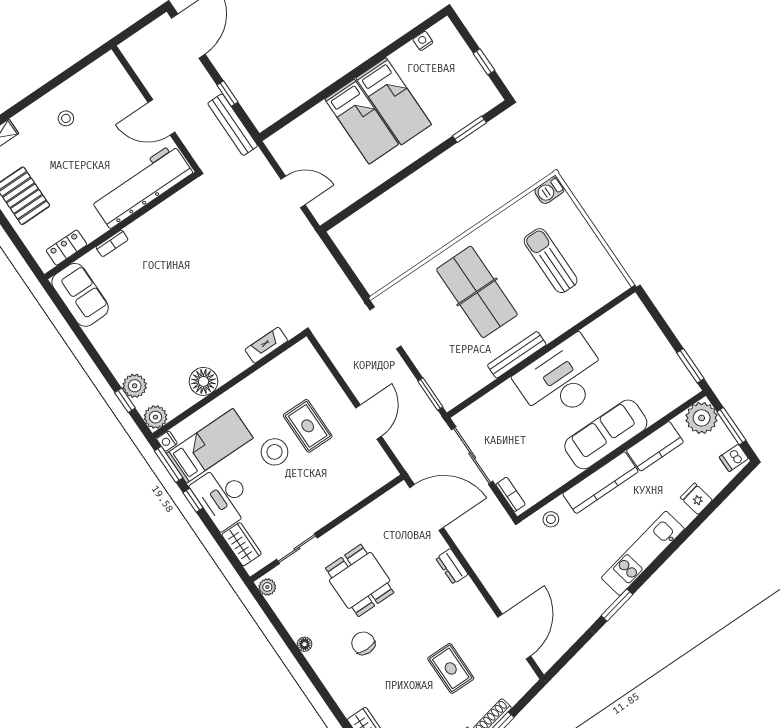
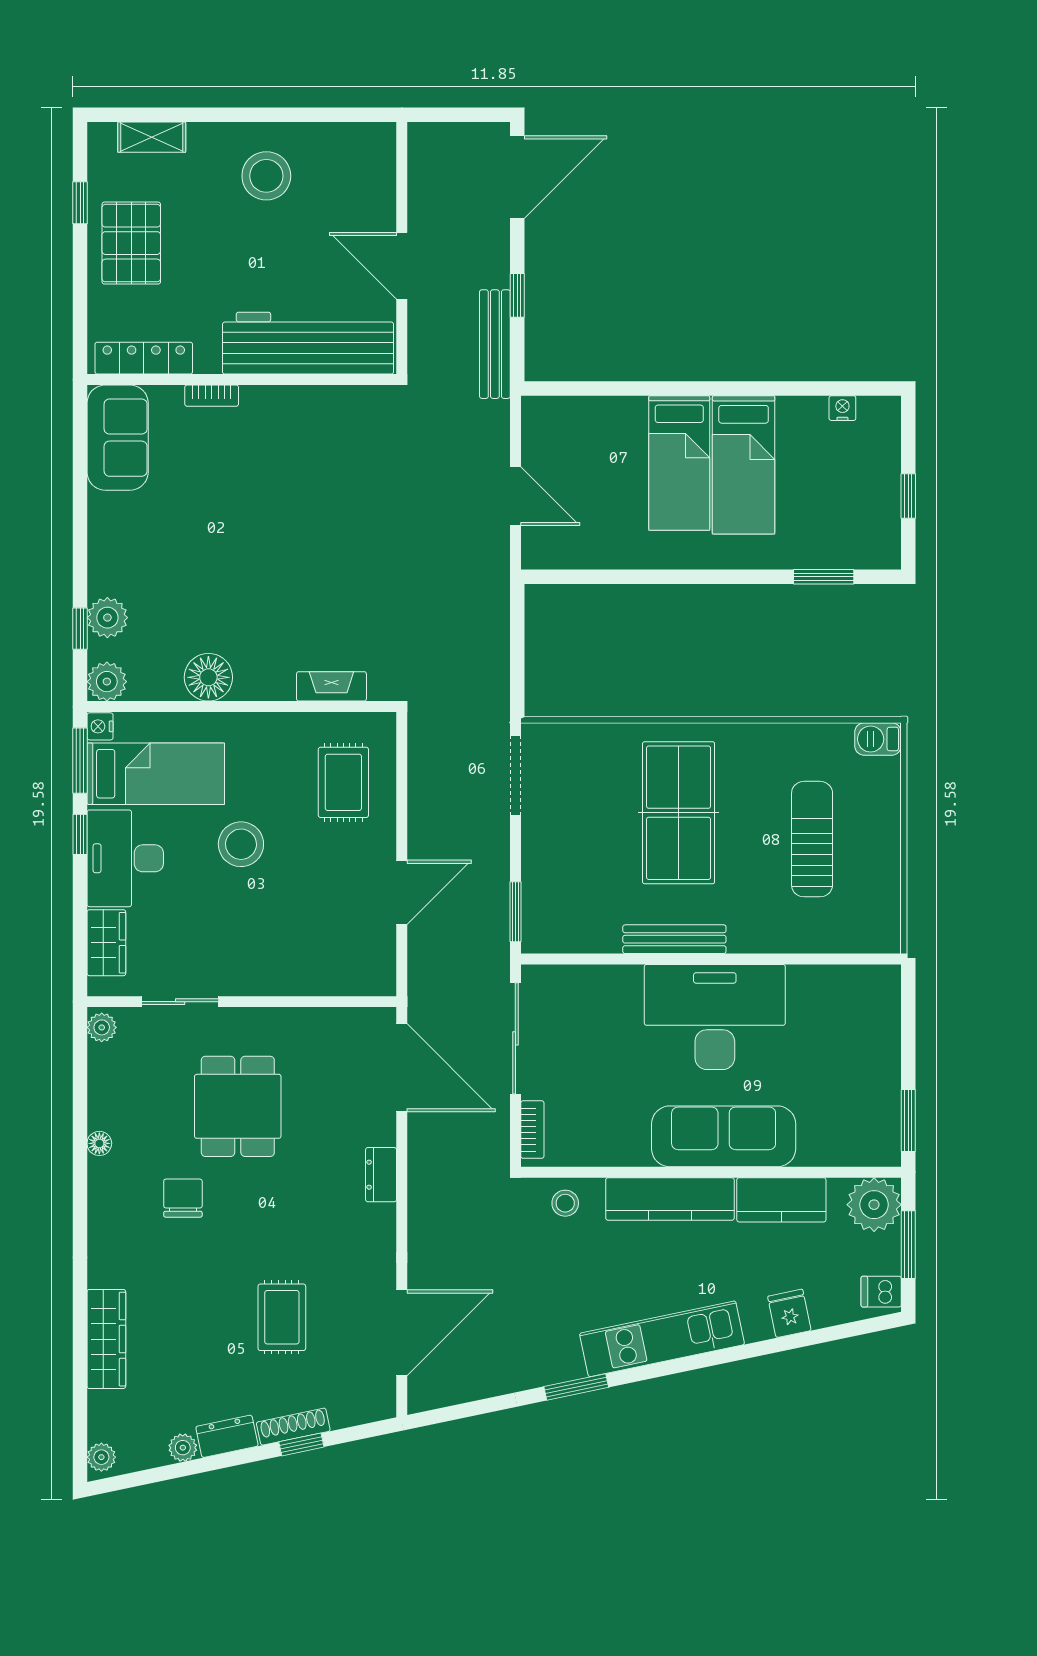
stool: (66, 118) -> (266, 176), width x1.89, depth x1.89
locker: (67, 248) -> (144, 358), width x1.53
rug: (308, 426) -> (343, 782), moved

